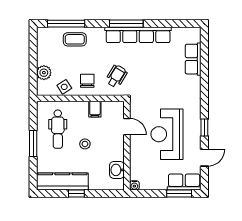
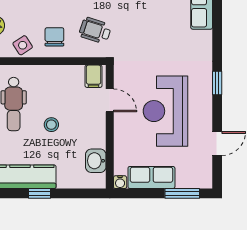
wheelchair: (116, 76) -> (95, 30), turned -103
filing cabinet: (95, 109) -> (94, 76), moved
window: (204, 127) -> (217, 83), moved
row of seats: (184, 182) -> (151, 177), moved

